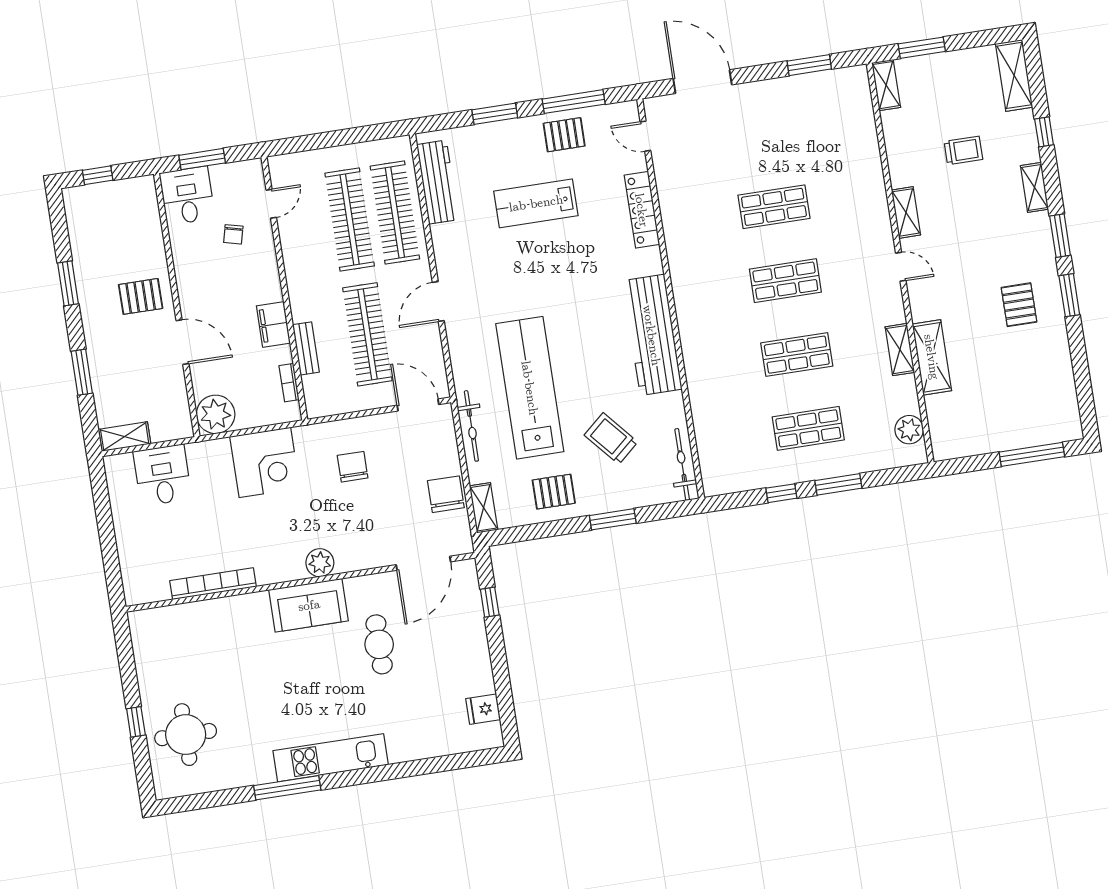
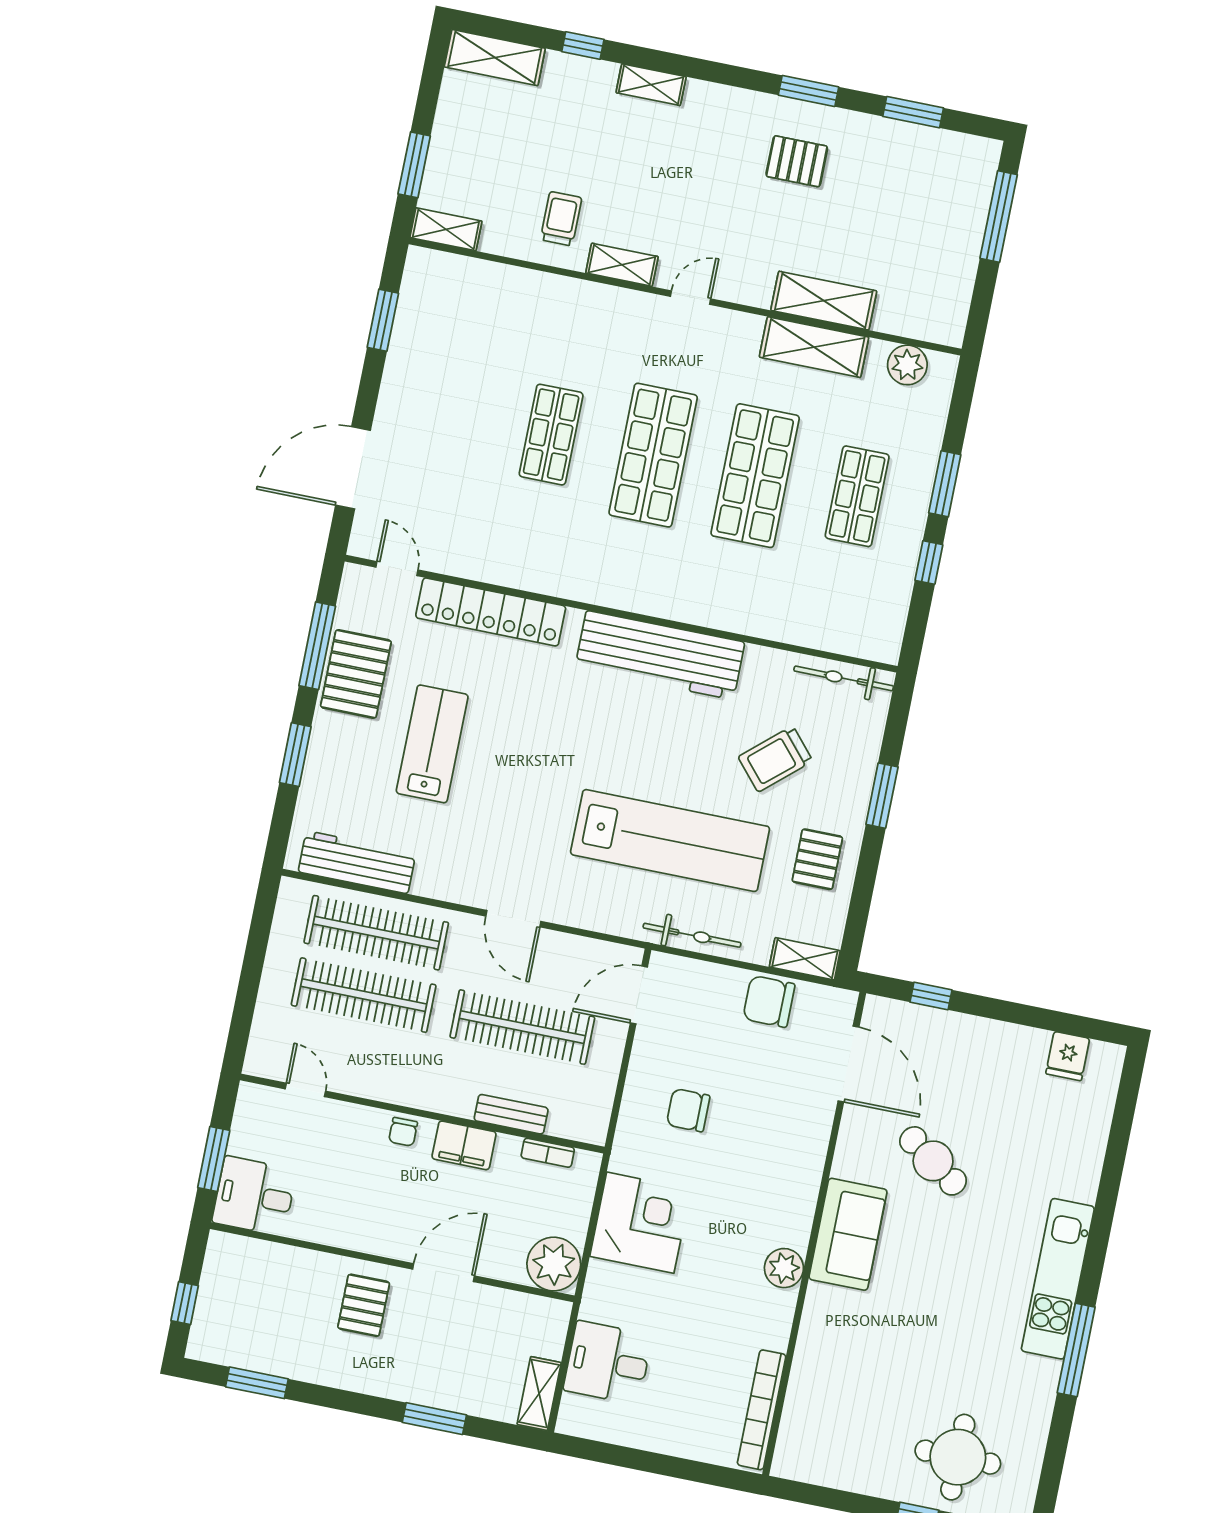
pallet: (564, 135) -> (356, 674), width x1.50, depth x1.42
door: (645, 136) -> (397, 569), swing flipped
trolley: (963, 150) -> (561, 219), moved
lab bench: (536, 203) -> (432, 744), turned 180
locker: (642, 210) -> (491, 612), width x1.41, depth x1.21
chair: (233, 234) -> (403, 1132), moved, turned 76
window: (1060, 236) -> (913, 112), moved
shop shelf: (785, 281) -> (653, 455), width x1.43, depth x1.36
window: (68, 283) -> (257, 1383), moved
shelving: (900, 350) -> (814, 347), width x1.50, depth x1.33
shop shelf: (797, 355) -> (755, 476), width x1.43, depth x1.36
lab bench: (530, 388) -> (670, 841), turned 180
plant: (320, 563) -> (784, 1268), moved
bookcase: (213, 584) -> (762, 1410), moved
cafe table: (379, 644) -> (933, 1161), turned 35

